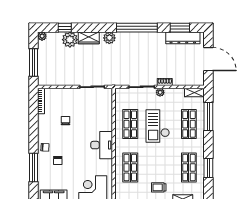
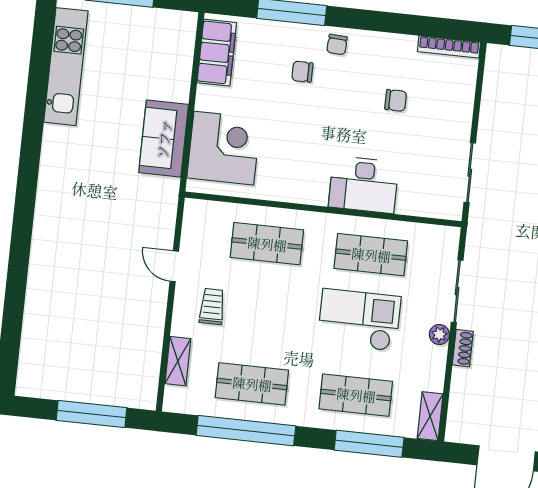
desk: (102, 145) -> (364, 185), moved
window: (208, 168) -> (246, 431), width x2.11

